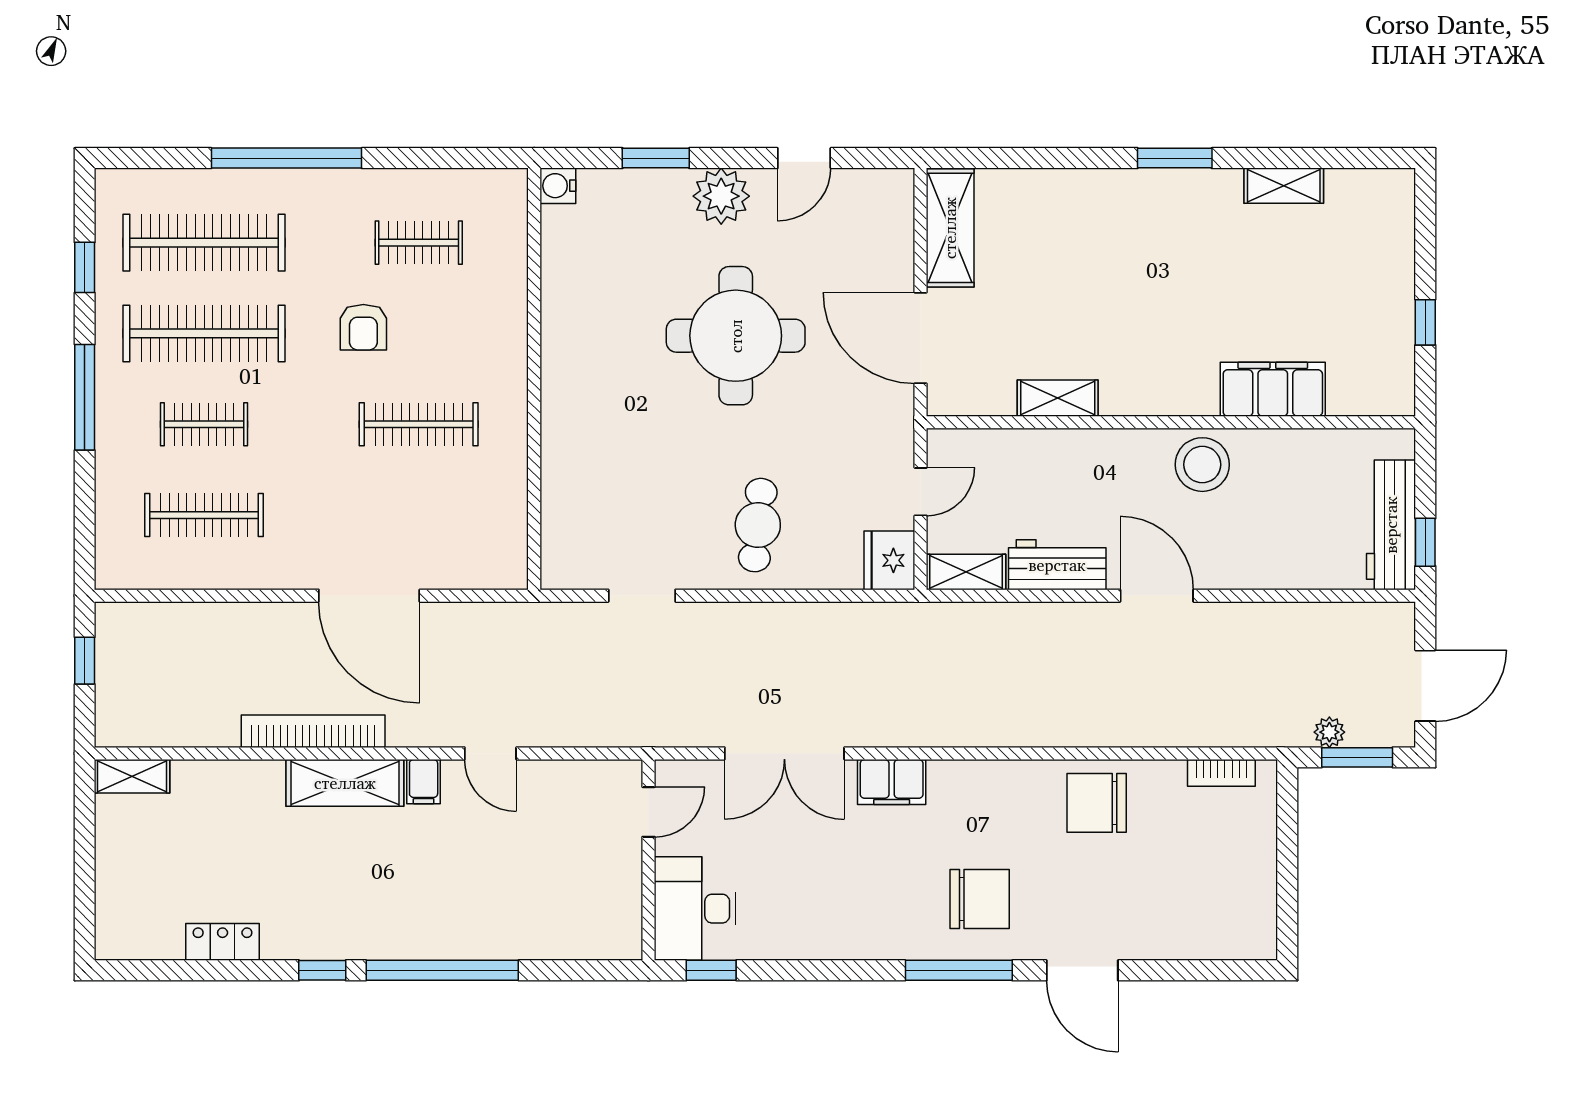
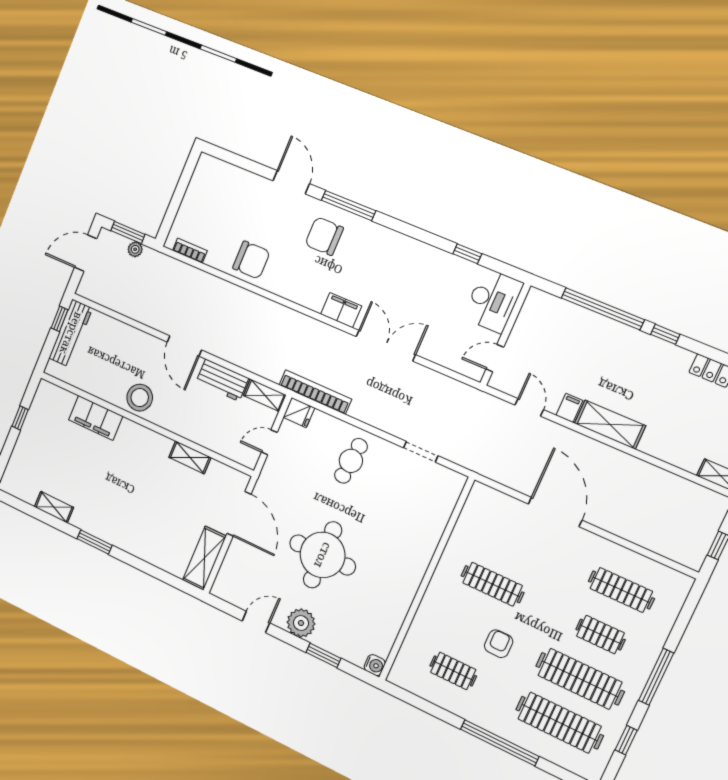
fridge: (889, 560) -> (299, 413), width x0.72
bookcase: (313, 731) -> (315, 392), moved, turned 180
door: (648, 812) -> (495, 358), moved
wall: (648, 860) -> (505, 334), moved
desk: (695, 909) -> (493, 301), moved

